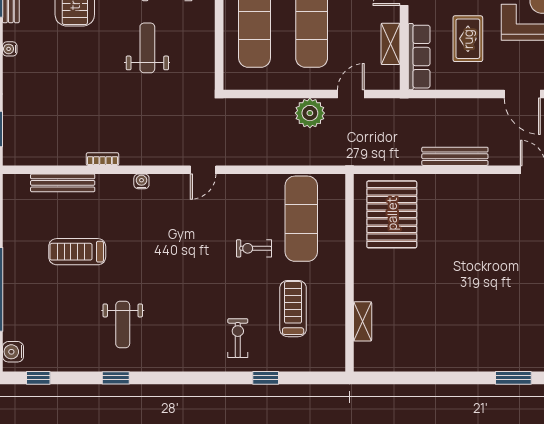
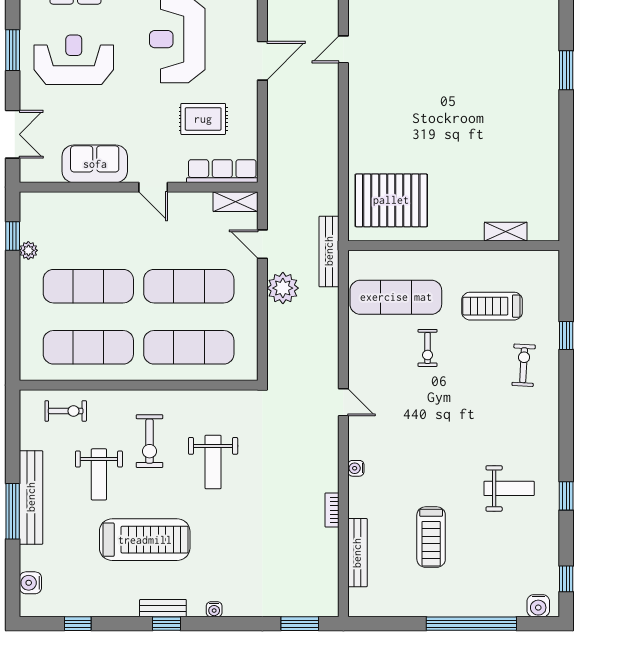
shelving: (391, 44) -> (236, 202), moved
weight bench: (147, 48) -> (213, 462), turned -90
bench: (455, 156) -> (329, 251), moved
exercise bike: (238, 338) -> (524, 365), turned 93

